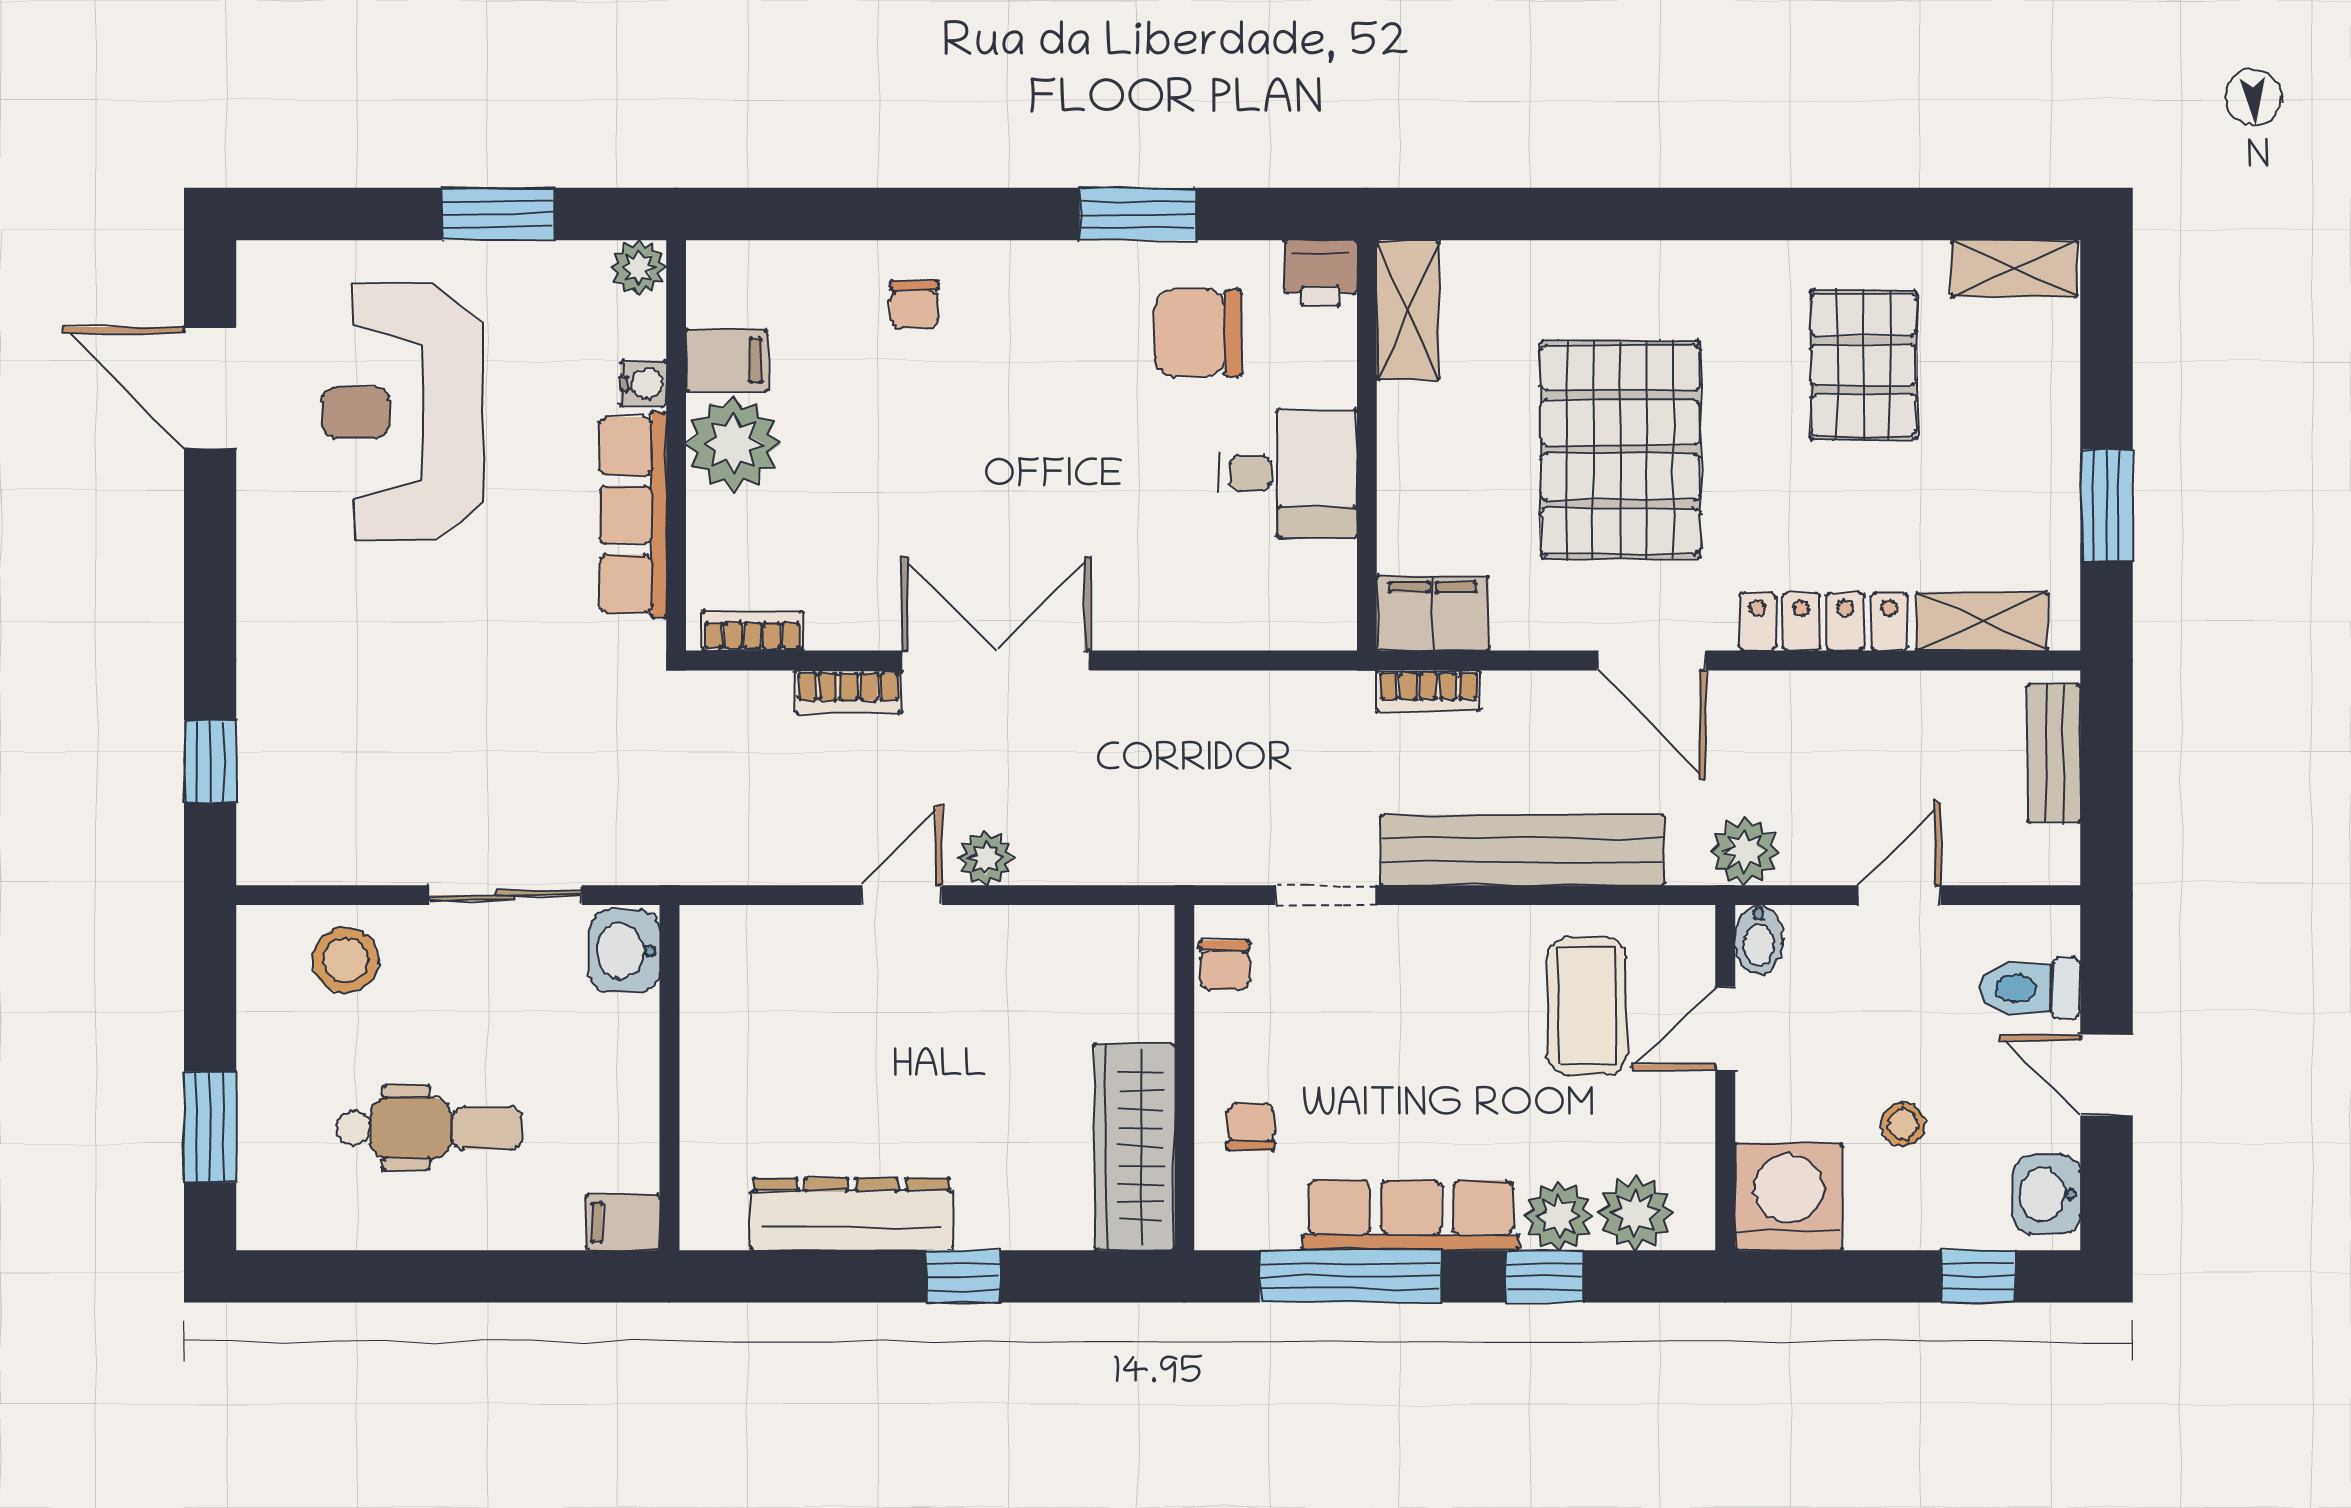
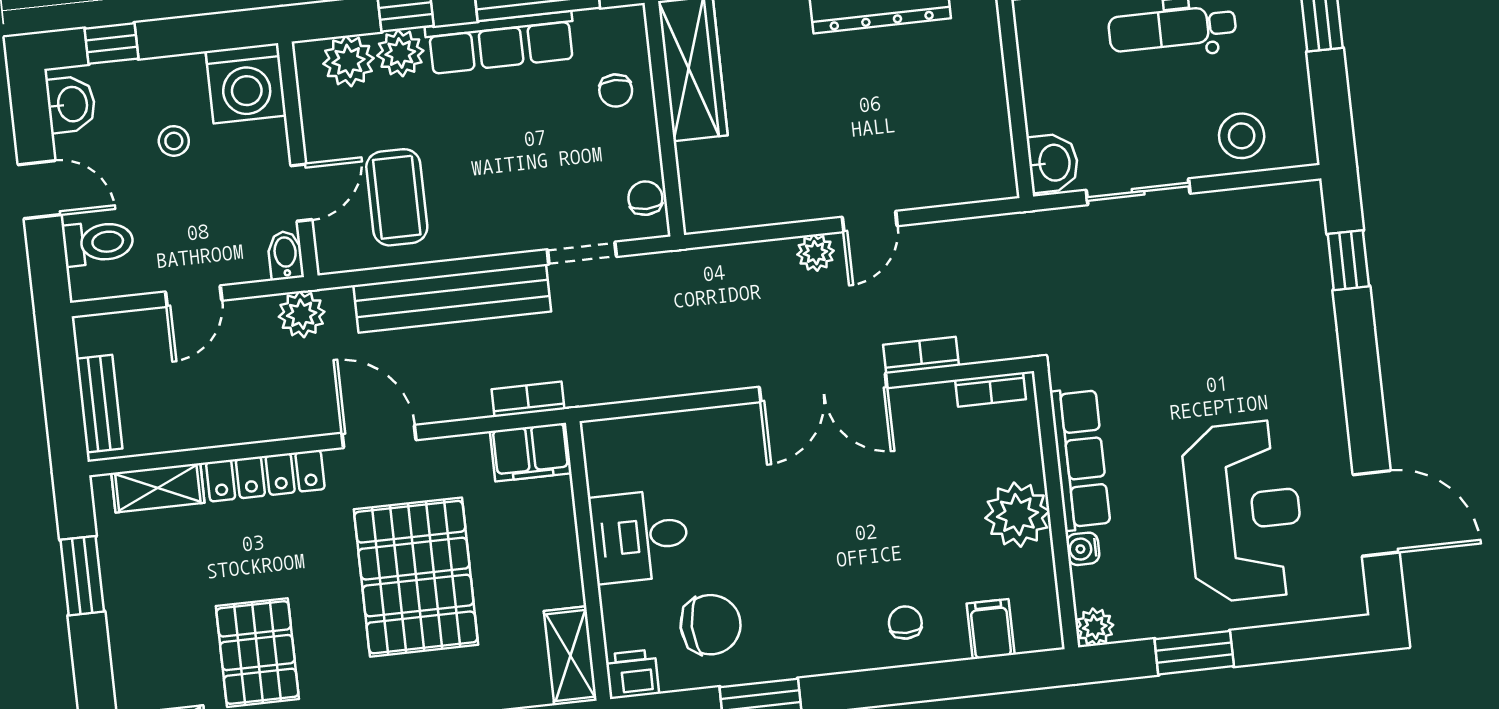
filing cabinet: (727, 360) -> (991, 629), moved, turned 90

